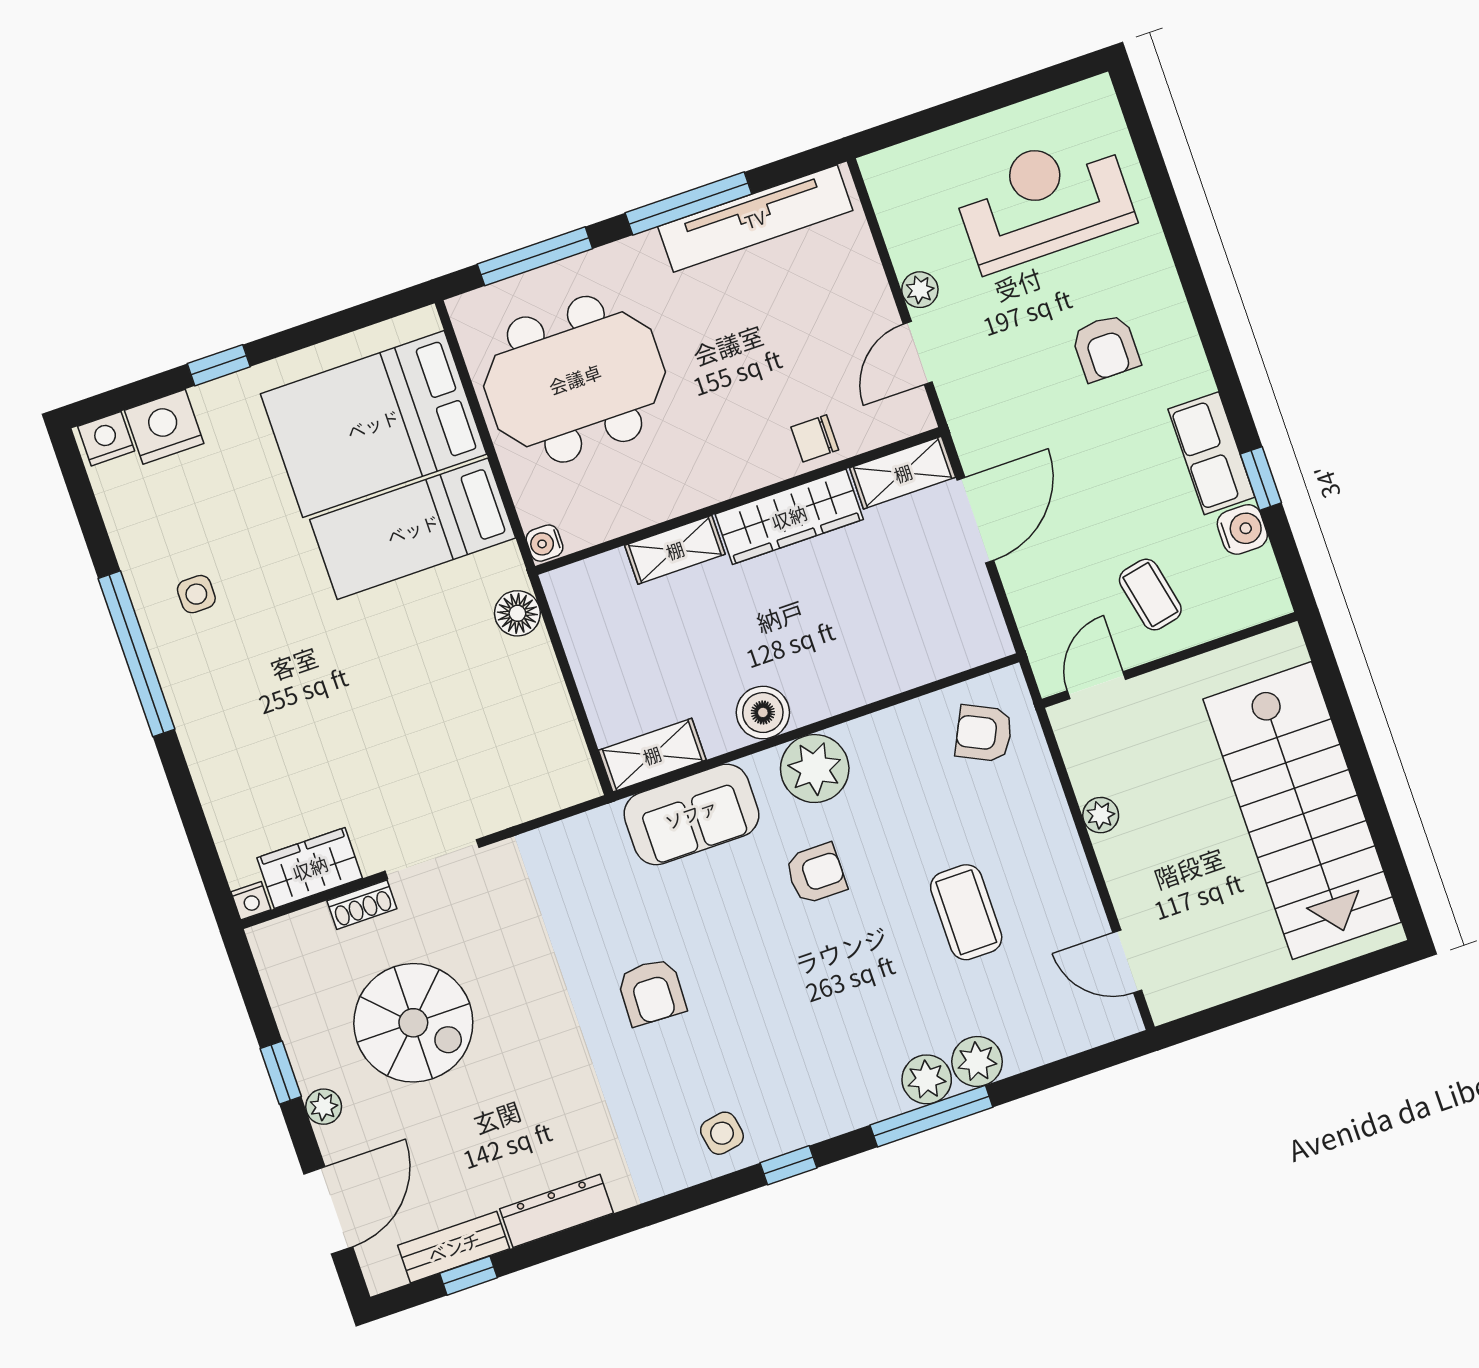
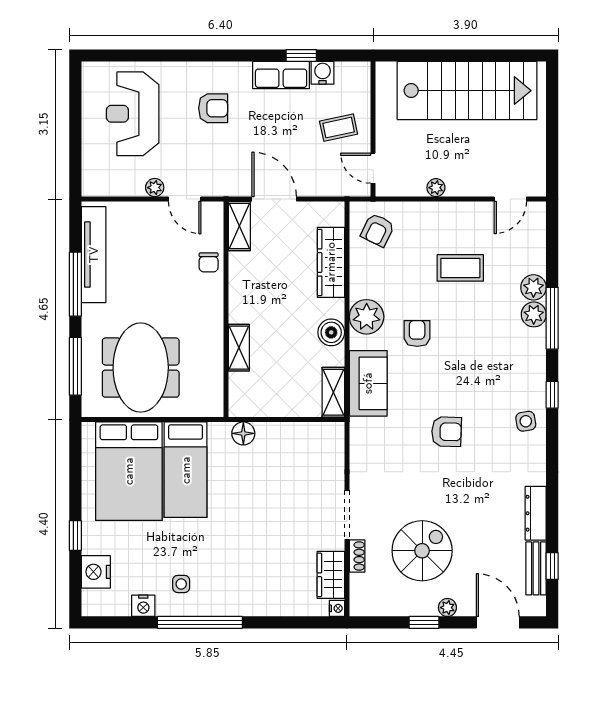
nightstand: (106, 439) -> (143, 606), moved, turned -90
wardrobe: (789, 517) -> (331, 262), moved, turned 180
water cooler: (545, 543) -> (214, 409), removed

